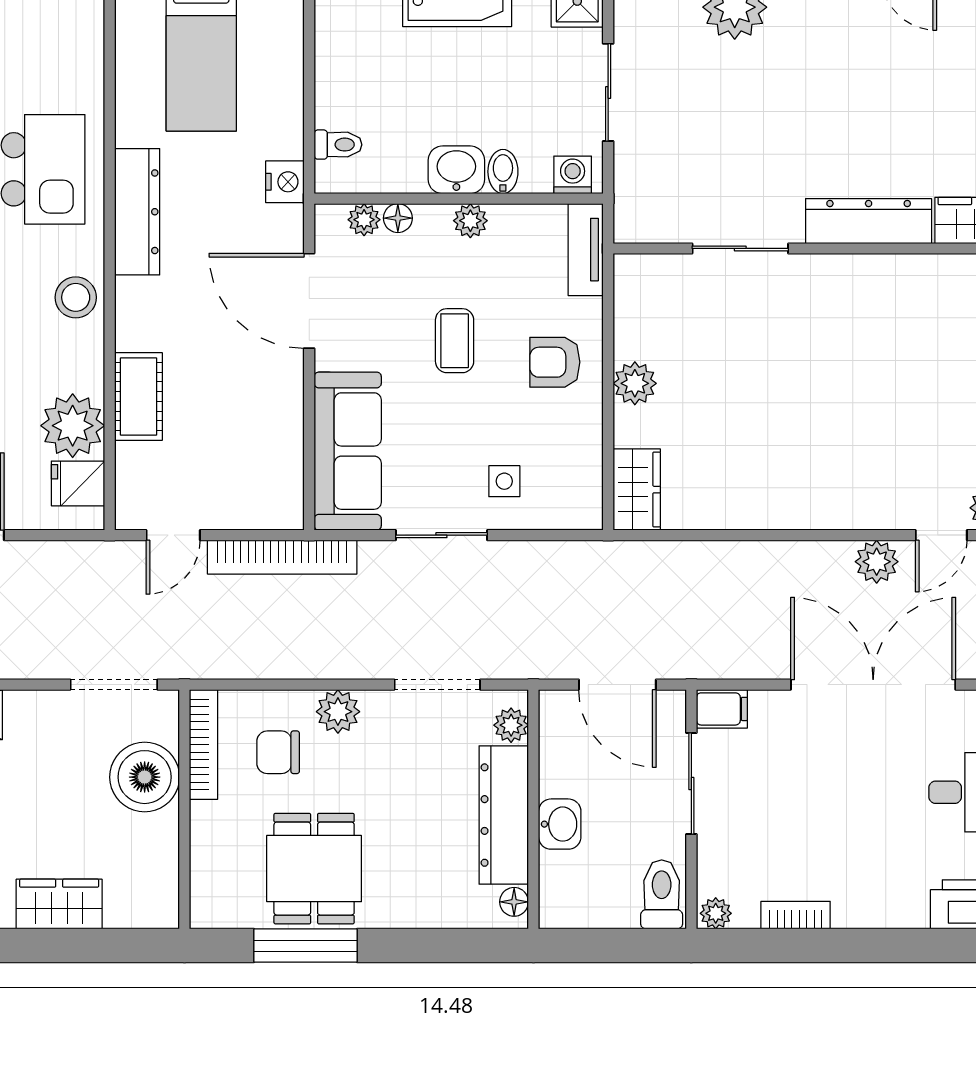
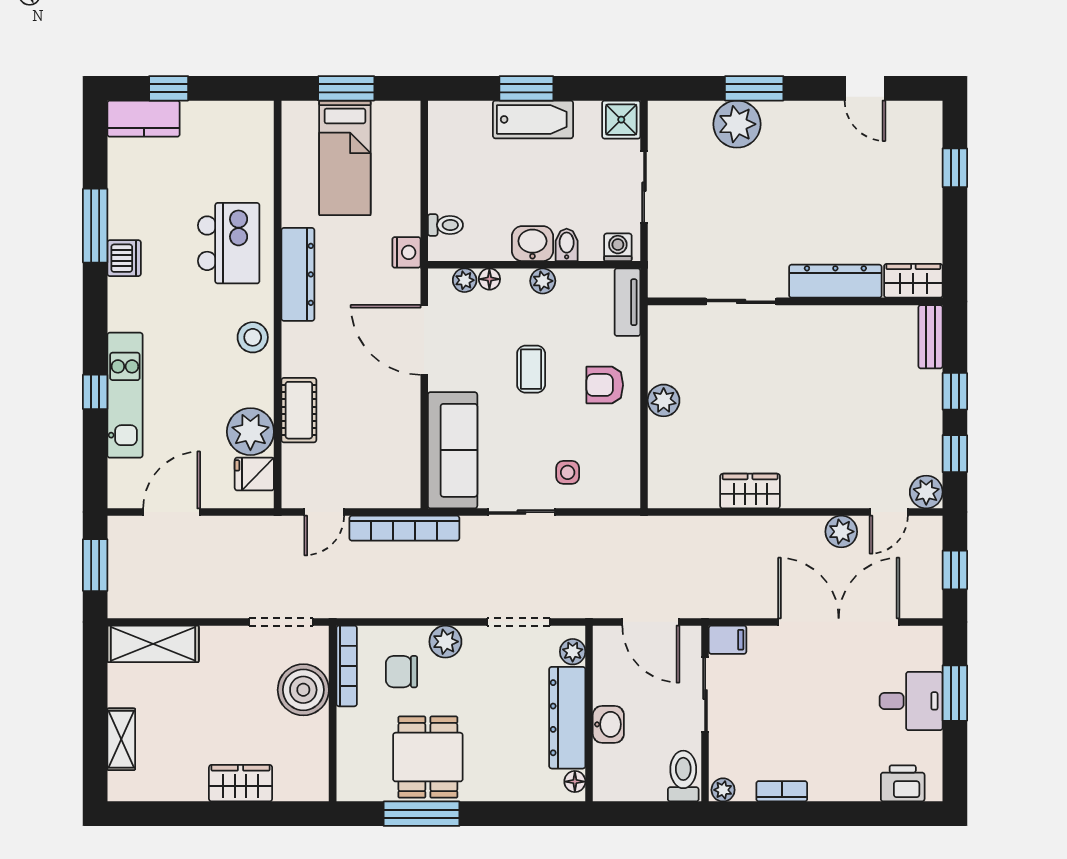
wardrobe: (637, 490) -> (750, 491), moved, turned -90

